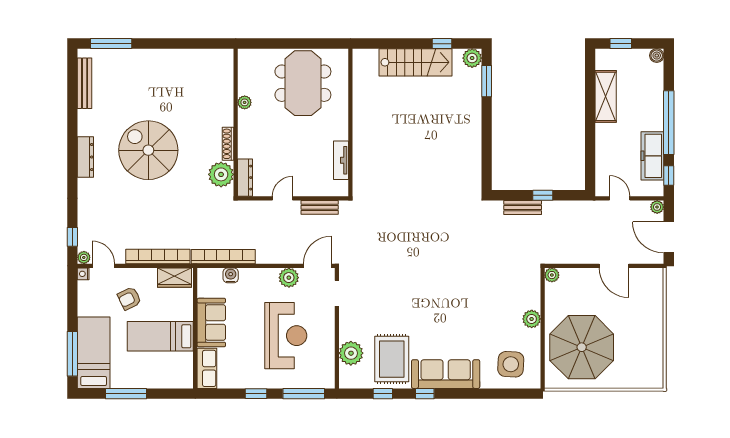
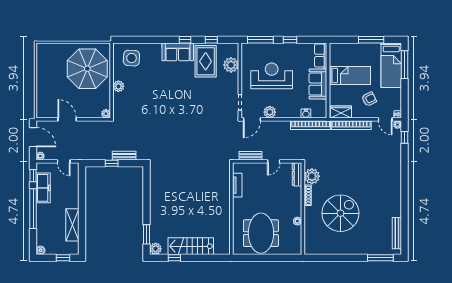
spiral stairs: (148, 150) -> (340, 213), moved, turned -90
dresser: (85, 157) -> (396, 187), removed
reception desk: (286, 336) -> (272, 76), turned 90
sofa: (446, 374) -> (178, 52), width x0.73

